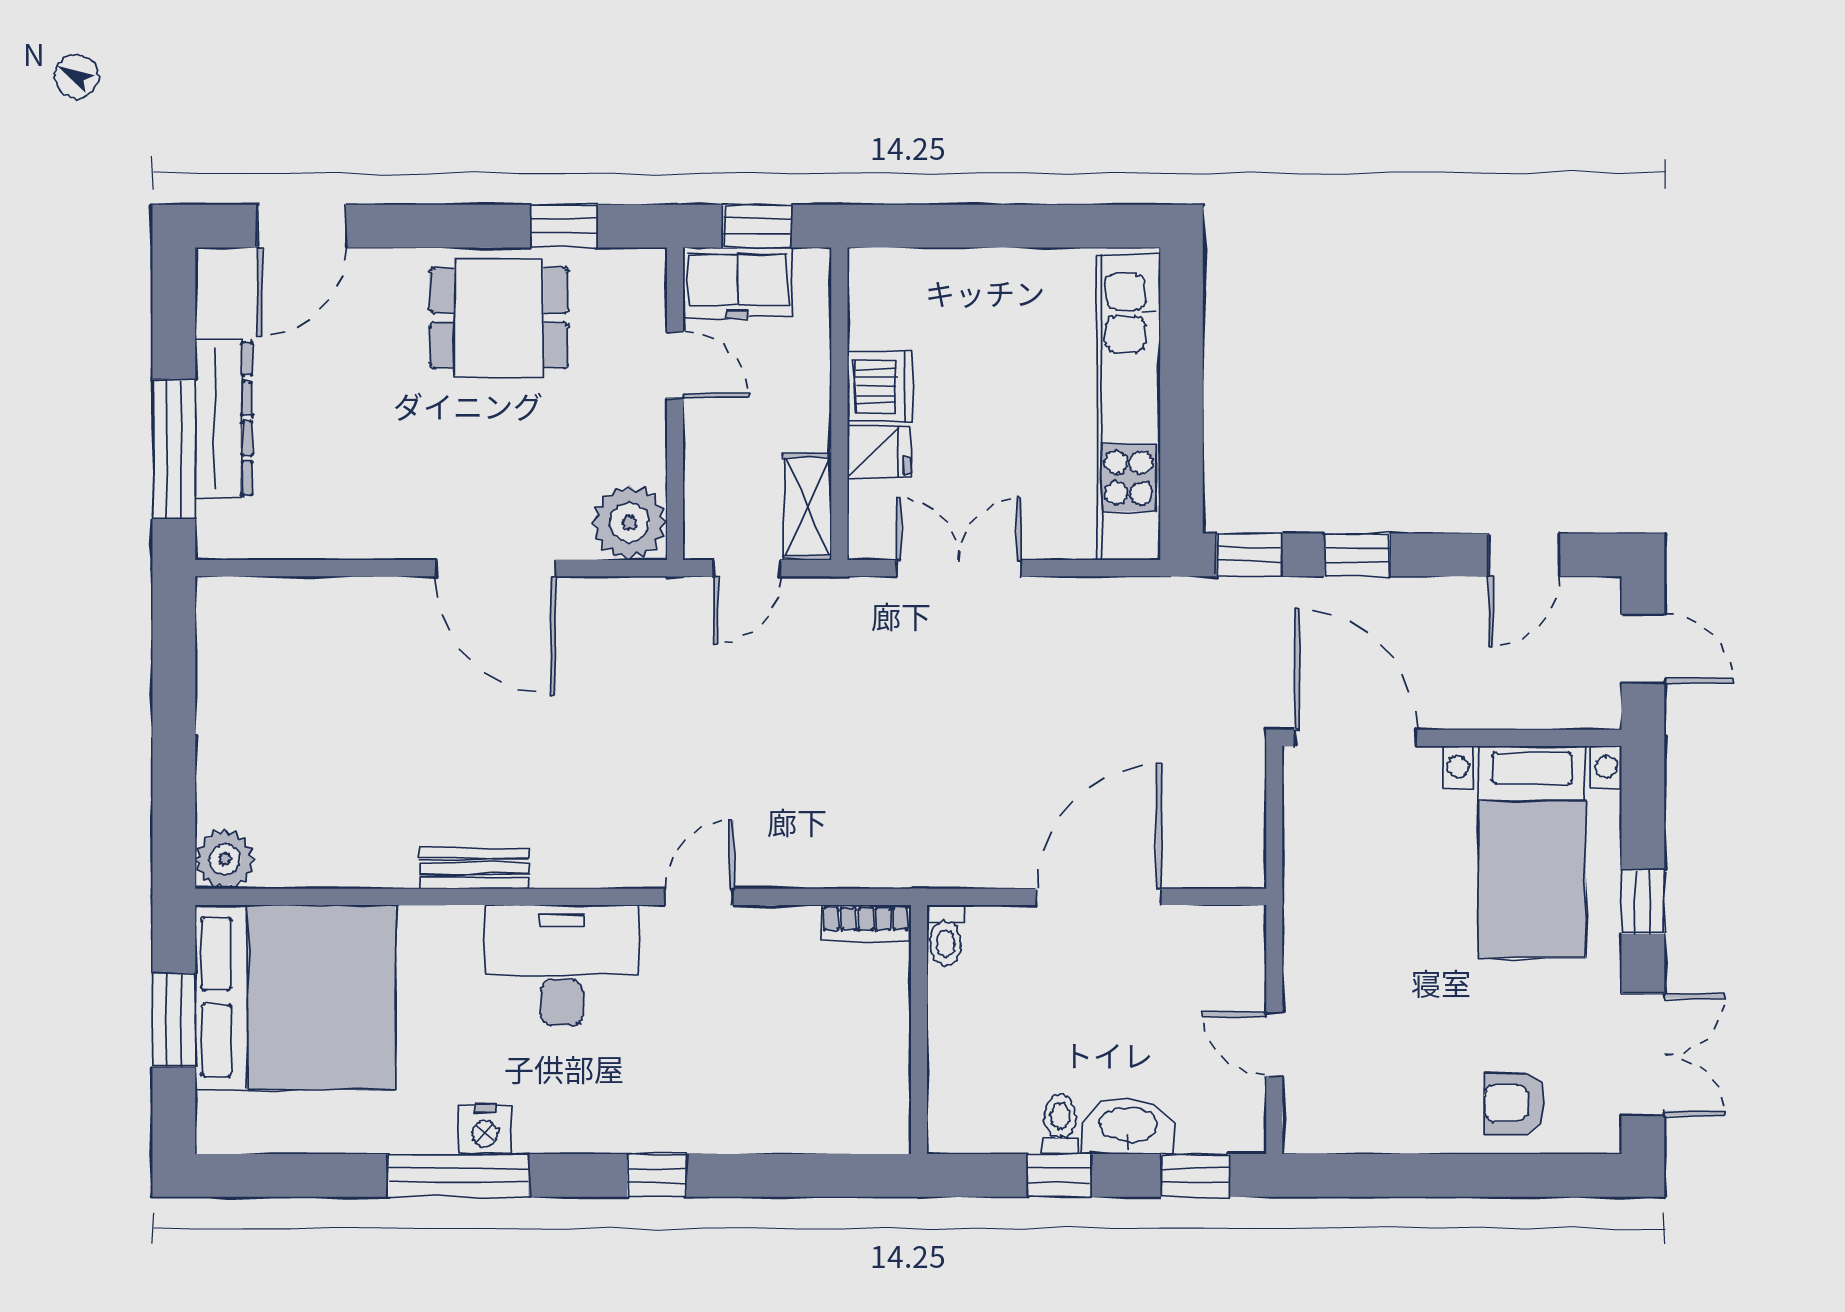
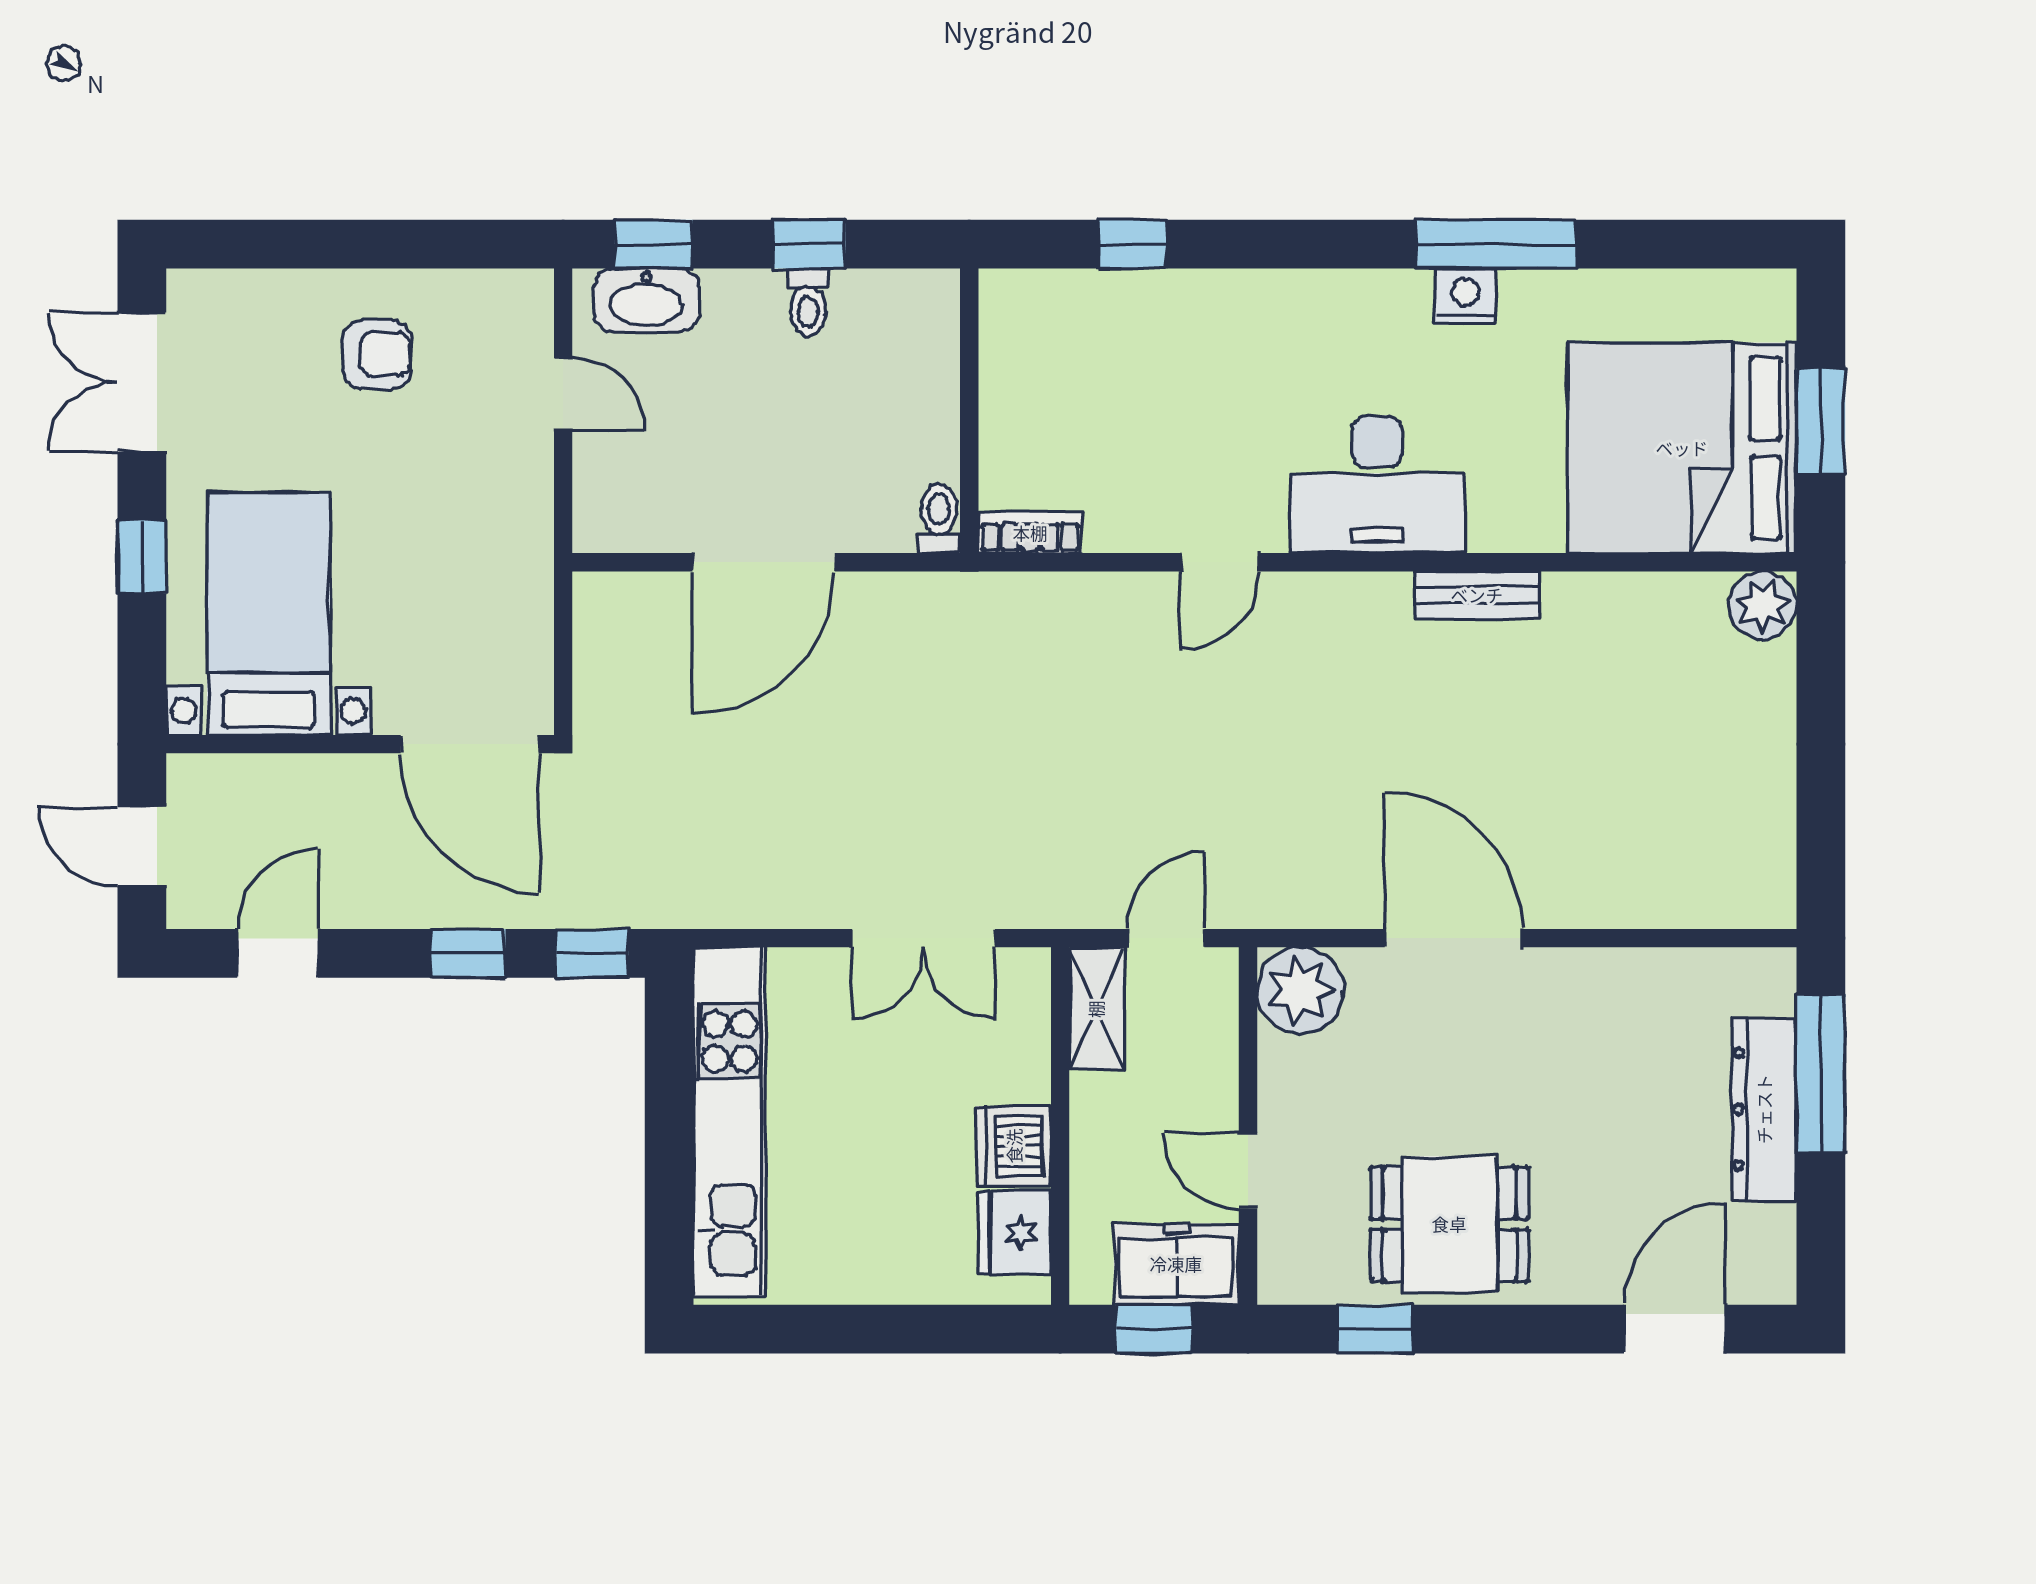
fridge: (879, 452) -> (1015, 1233), moved, width x1.38
armchair: (1514, 1103) -> (377, 355), moved
washbasin: (1129, 1126) -> (646, 300), moved
window: (657, 1175) -> (1132, 244), moved

